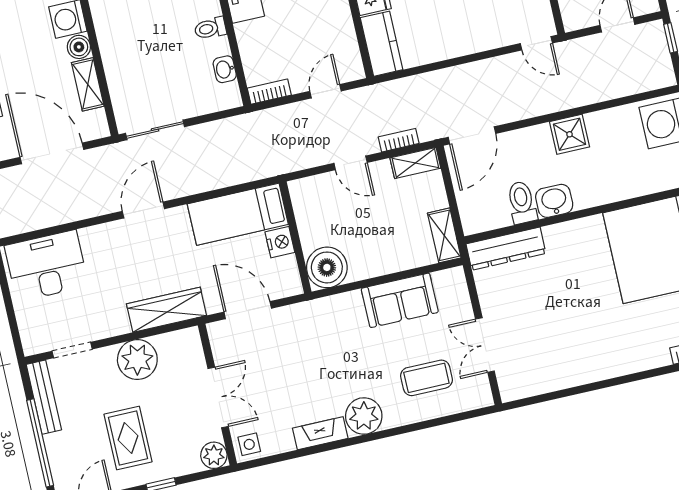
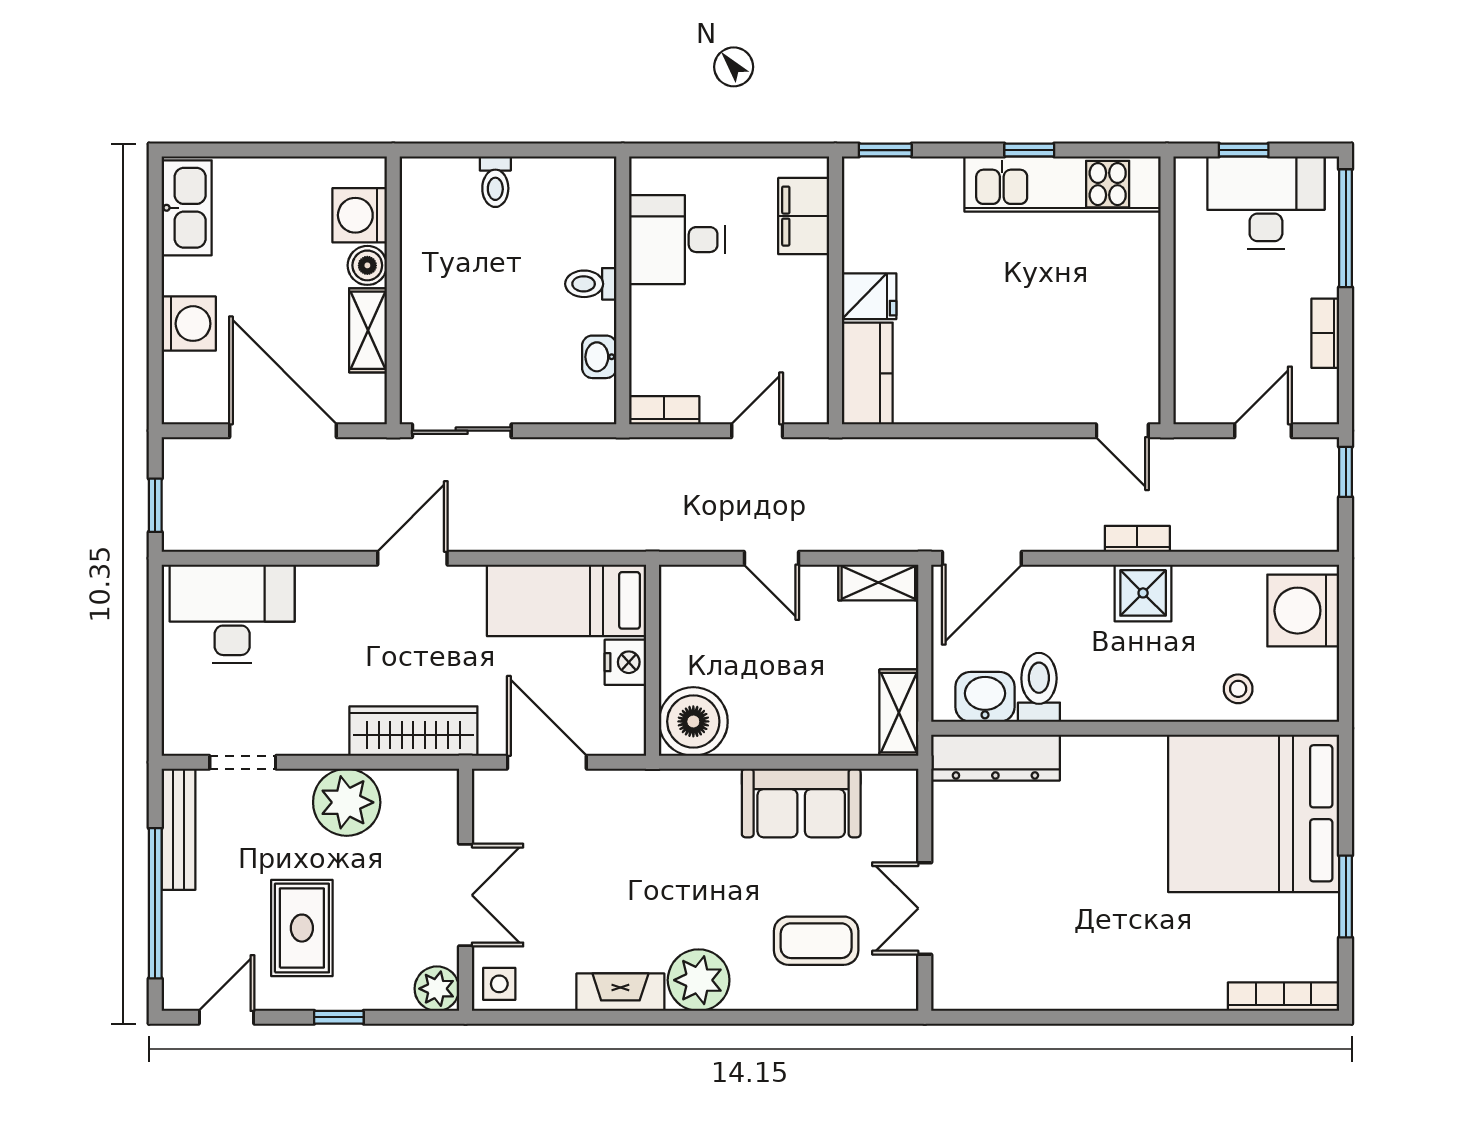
bookcase: (399, 140) -> (1137, 539), moved
stool: (637, 177) -> (1238, 689), added
washbasin: (554, 201) -> (985, 697), moved

